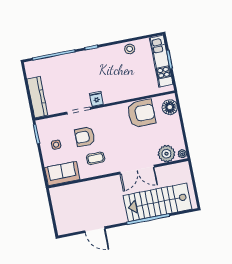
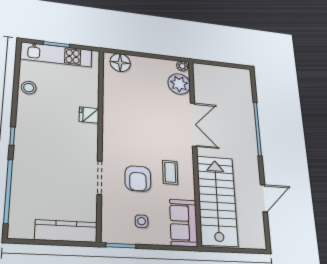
fridge: (96, 99) -> (89, 115), moved
armchair: (141, 113) -> (121, 98), removed
stairs: (157, 202) -> (217, 201), moved, turned 180

